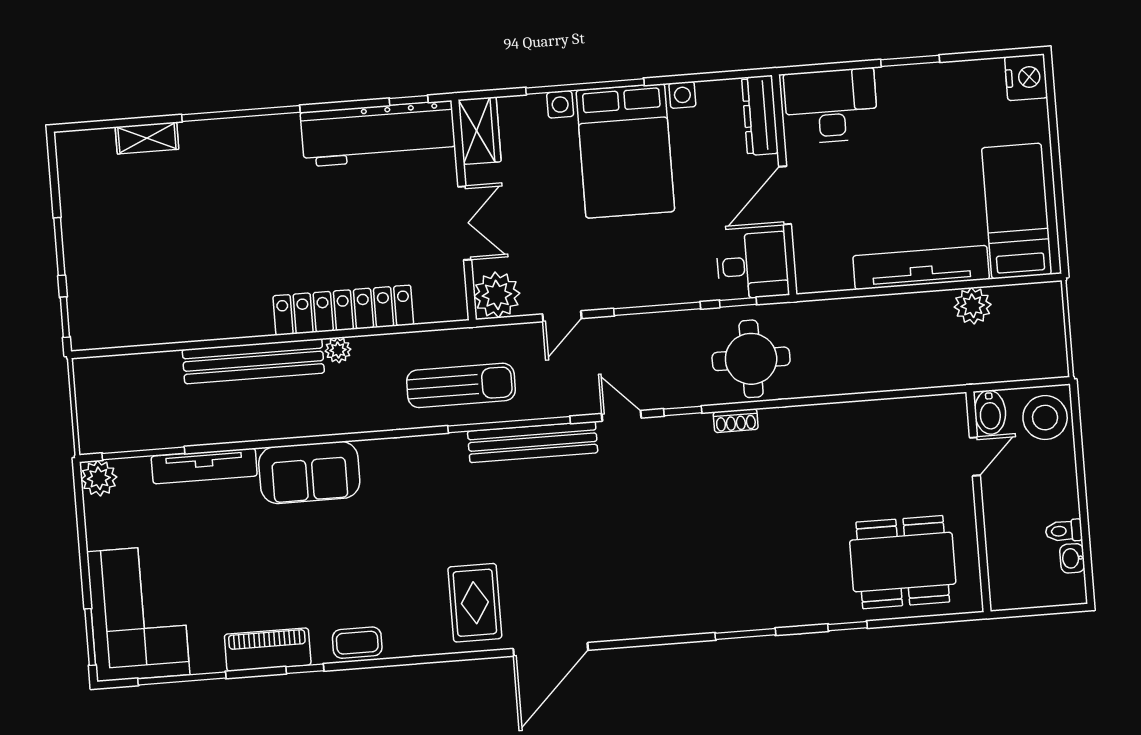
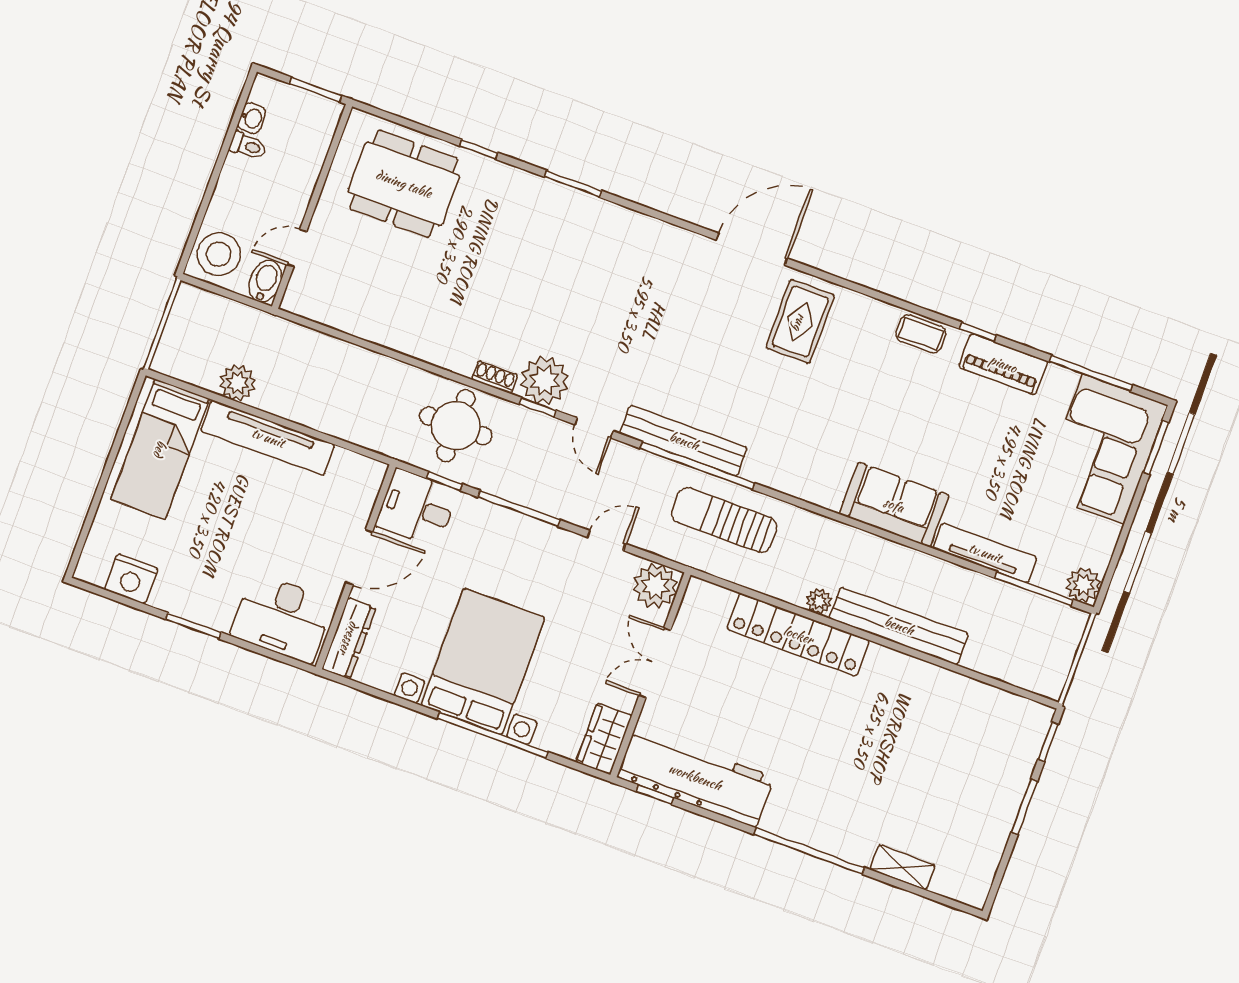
nightstand: (1026, 77) -> (131, 579), moved, turned -90
plant: (688, 439) -> (545, 381), added
window: (1025, 612) -> (316, 90), added

